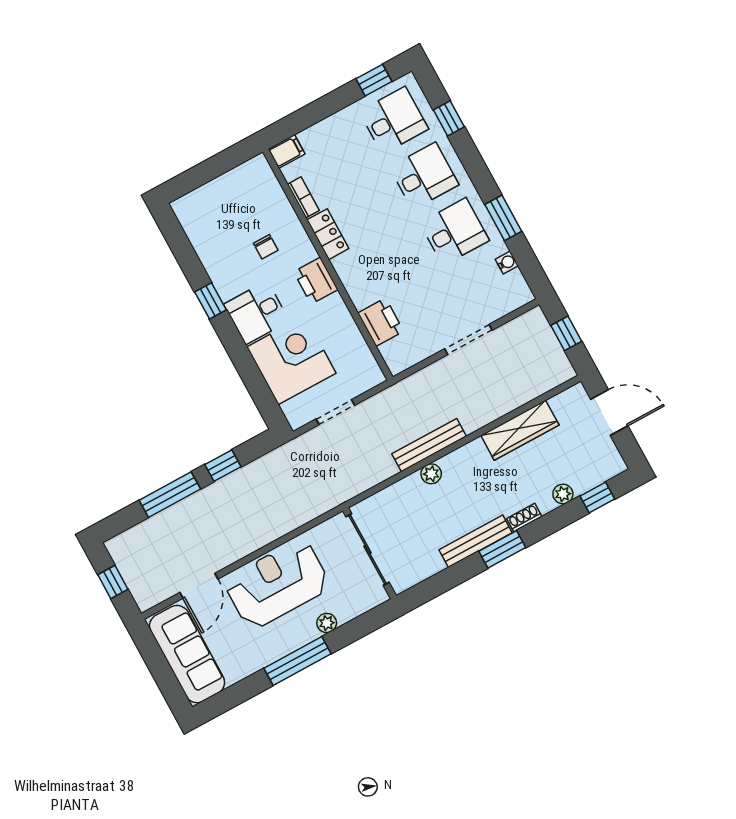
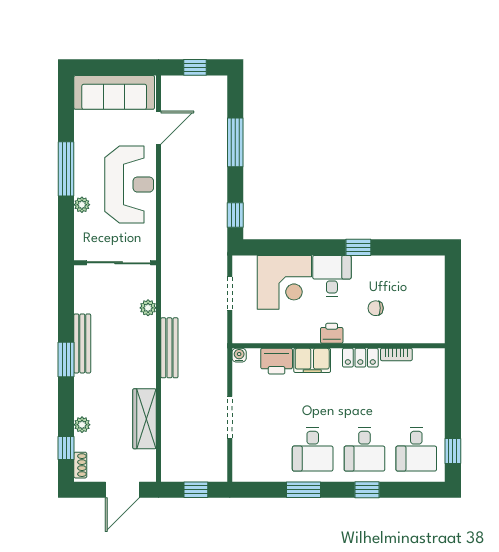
window: (449, 118) -> (367, 490), moved
filing cabinet: (287, 151) -> (312, 360), moved, width x2.00
water cooler: (507, 262) -> (239, 355), moved, turned 180
printer: (316, 281) -> (332, 333), width x0.73, depth x0.81
window: (223, 466) -> (235, 215), moved
plant: (431, 474) -> (148, 308), moved
shoe rack: (524, 517) -> (80, 465), moved
door: (199, 586) -> (159, 128), swing flipped

